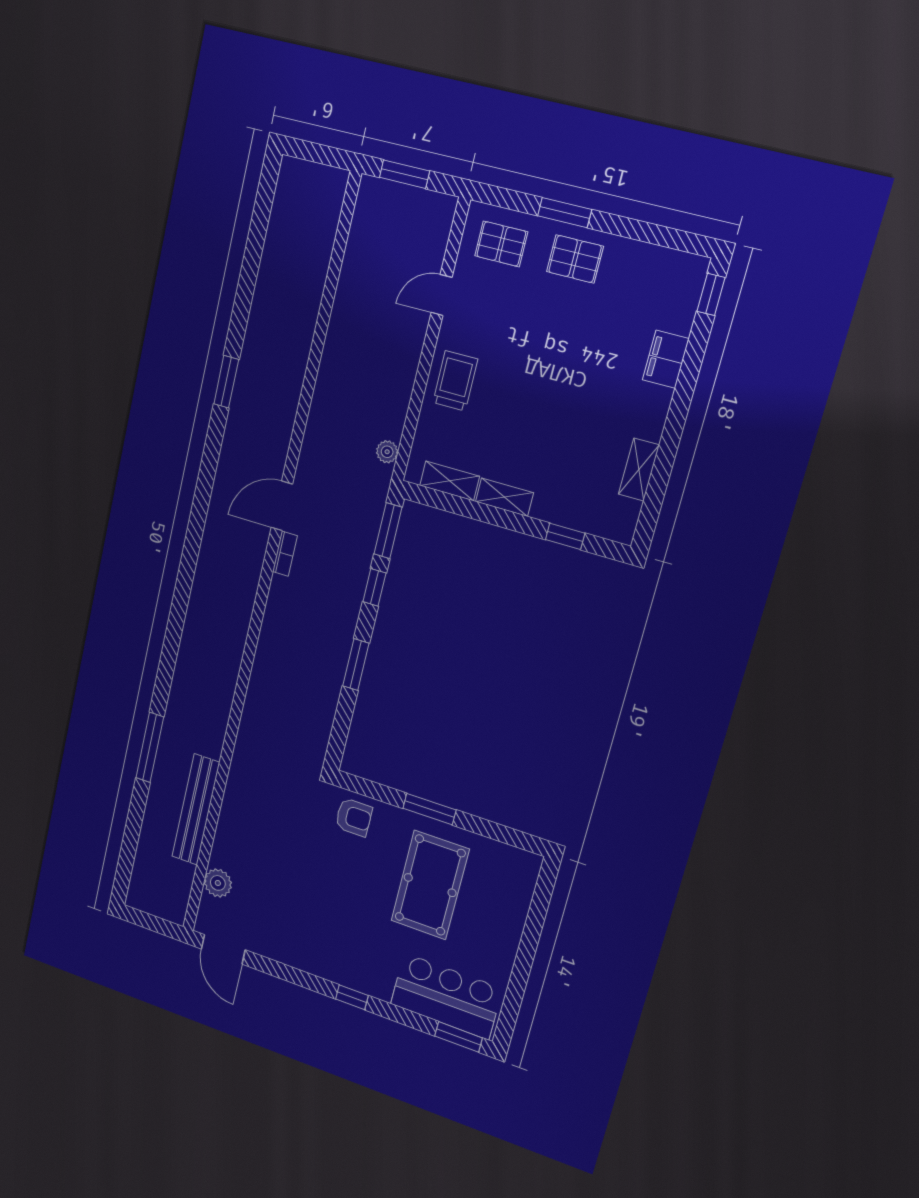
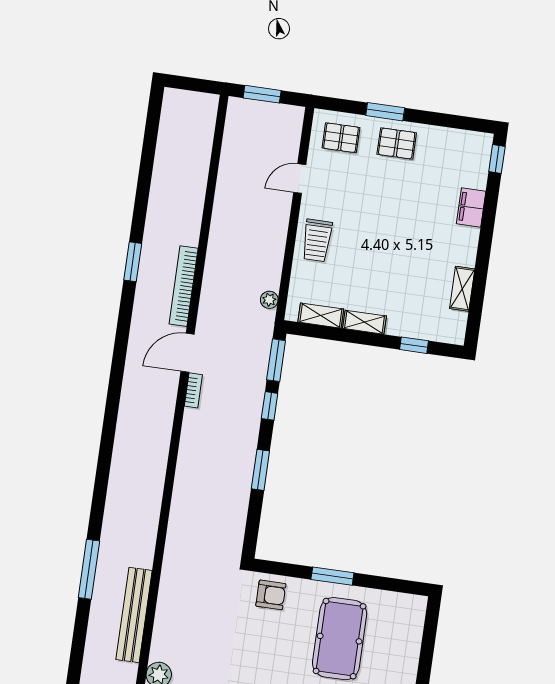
trolley: (455, 381) -> (317, 240), turned 180
bookcase: (284, 421) -> (184, 286), added

